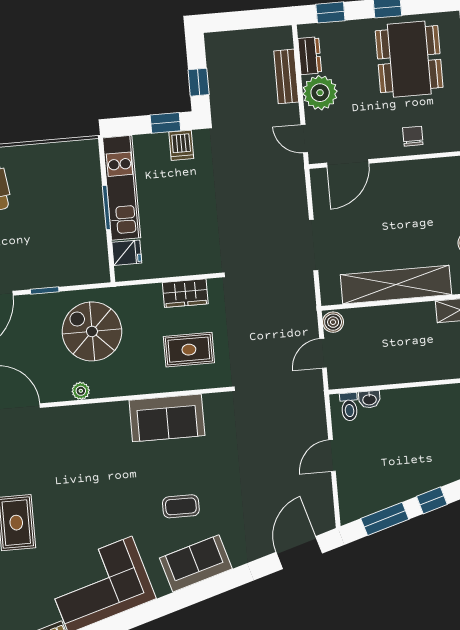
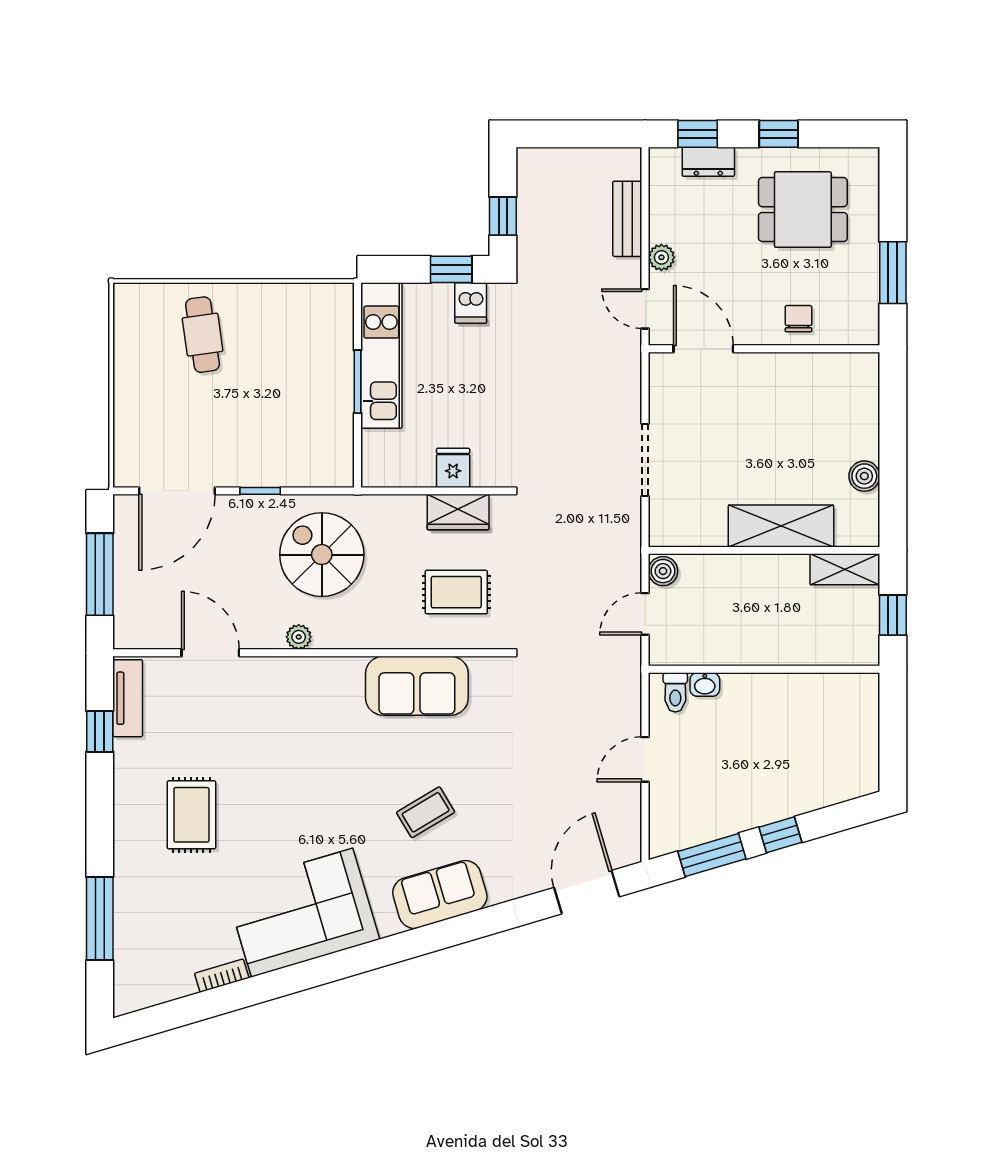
dresser: (310, 56) -> (708, 162), moved, turned 90
dining table: (409, 59) -> (803, 210), width x0.73
plant: (320, 93) -> (661, 257), width x0.53, depth x0.53
door: (348, 163) -> (703, 349), swing flipped
fridge: (127, 253) -> (453, 468), moved, turned -90
shelving: (396, 285) -> (781, 526), width x0.68
coffee table: (181, 506) -> (426, 812), turned -31

